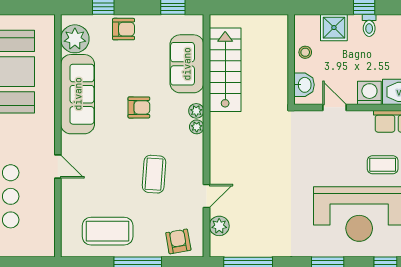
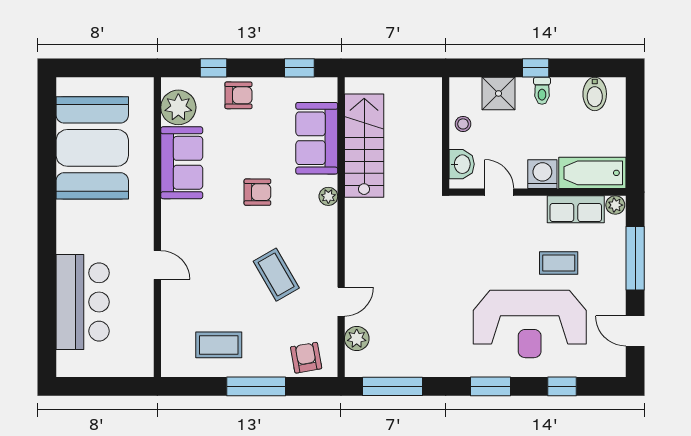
sofa: (78, 94) -> (182, 163), width x0.73
plant: (197, 127) -> (329, 216), removed
coffee table: (154, 174) -> (276, 275), turned -34
coffee table: (108, 231) -> (219, 345), width x0.73, depth x0.76

